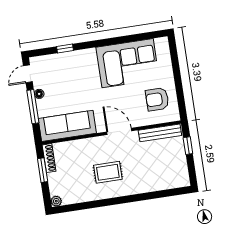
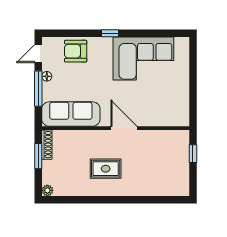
window: (65, 48) -> (110, 33), moved
armchair: (157, 99) -> (76, 51), moved
bench: (160, 133) -> (166, 136), removed

